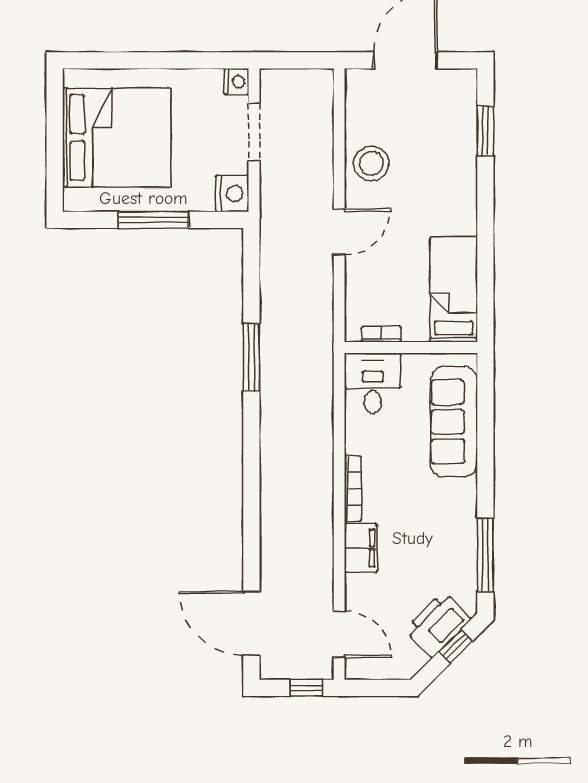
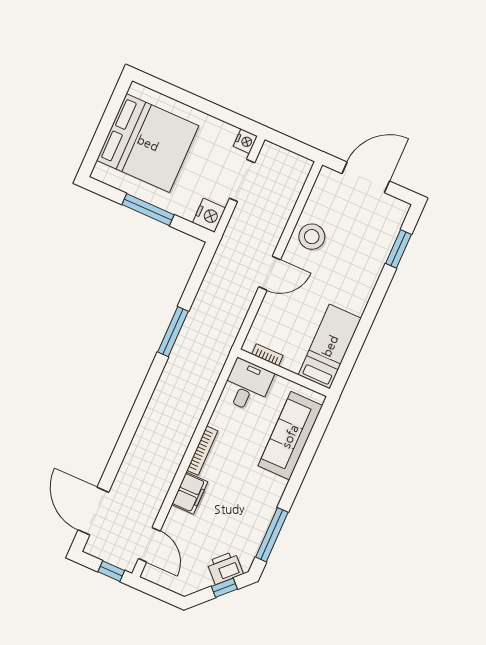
printer: (438, 624) -> (225, 568), width x0.73, depth x0.84

